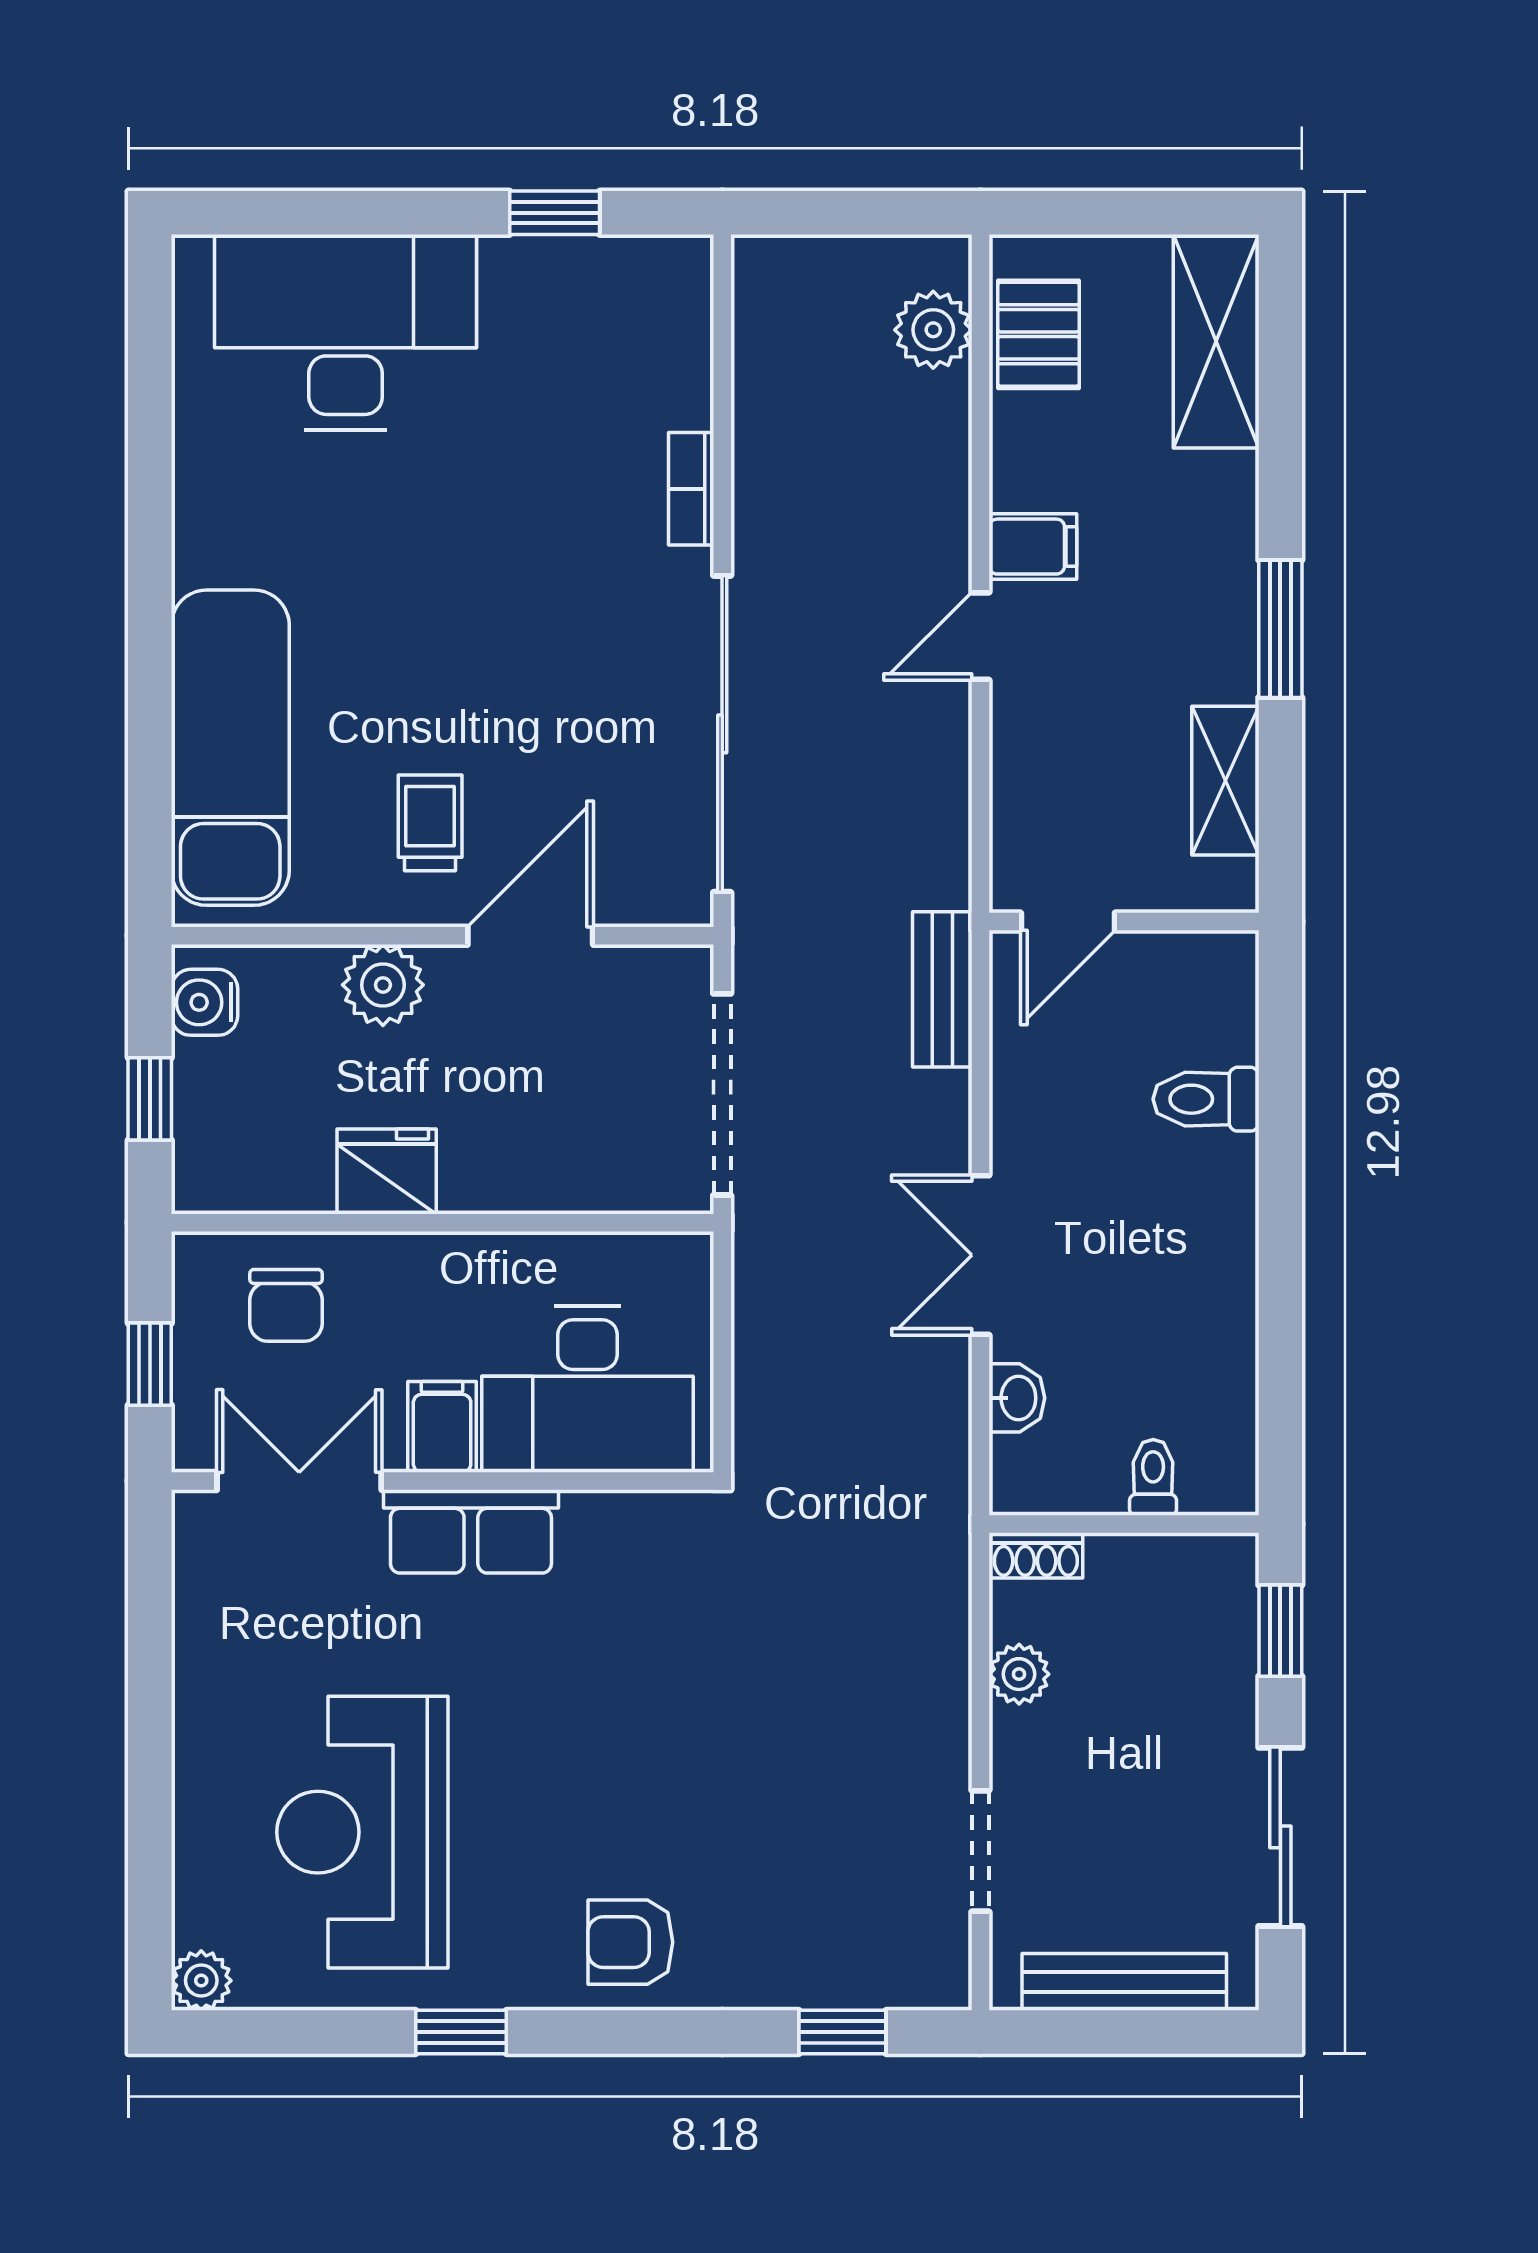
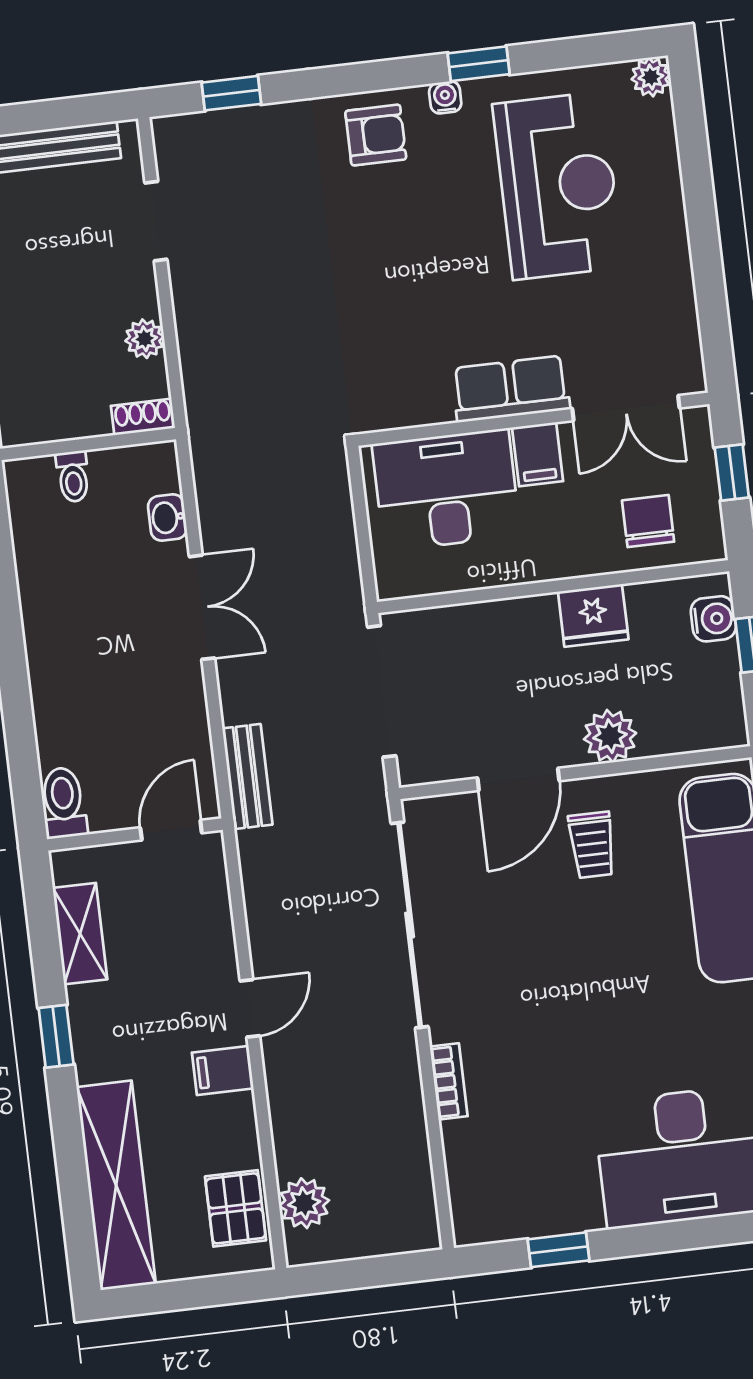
shelving: (1216, 341) -> (116, 1185), width x1.47
window: (1280, 629) -> (56, 1036), width x0.67
water cooler: (204, 1002) -> (713, 619), moved
toilet: (1206, 1099) -> (63, 803), moved, turned -90
water cooler: (518, 1987) -> (445, 97), added

